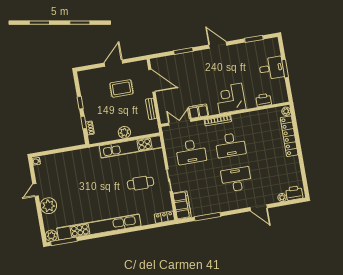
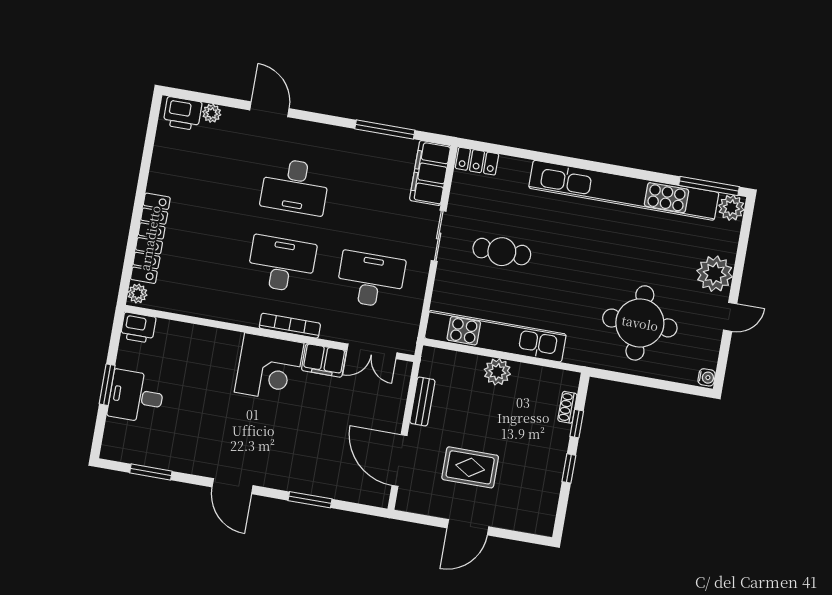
corner desk: (231, 98) -> (269, 368), moved
printer: (264, 100) -> (138, 328), moved
round table: (72, 174) -> (640, 323), added

